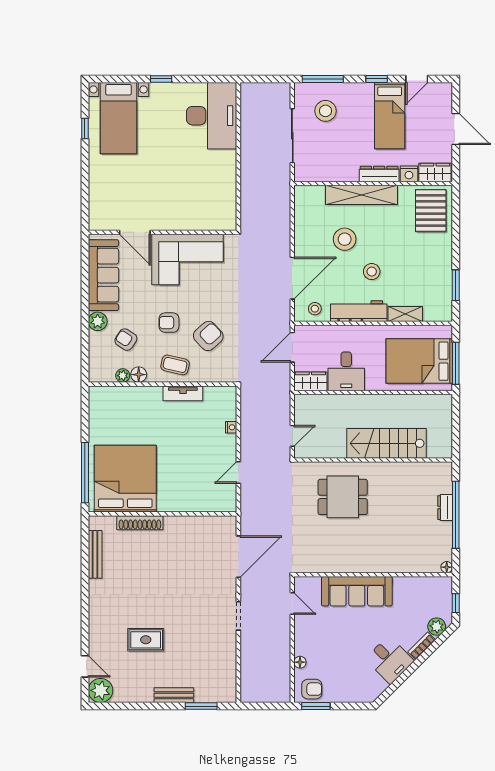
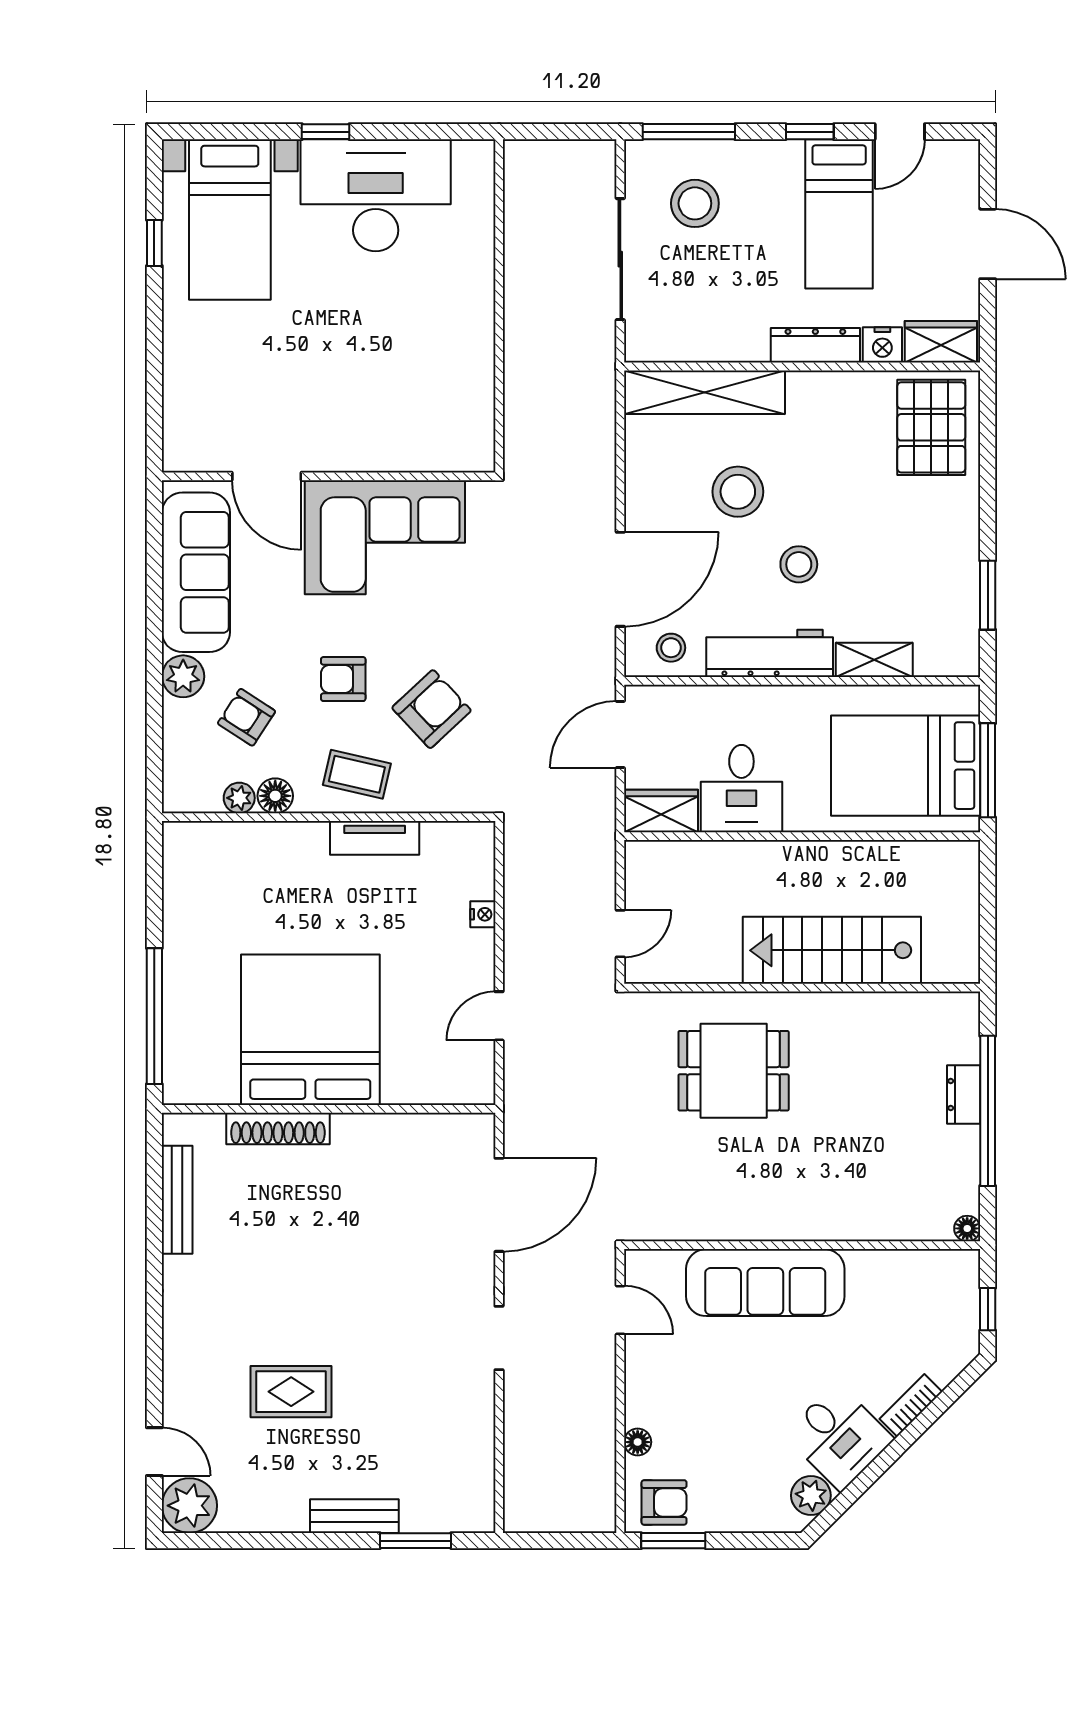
desk: (212, 116) -> (376, 195), moved, turned -90
shelving: (361, 195) -> (704, 392), moved
bed: (125, 479) -> (310, 1030), moved
plant: (437, 627) -> (811, 1495), moved

